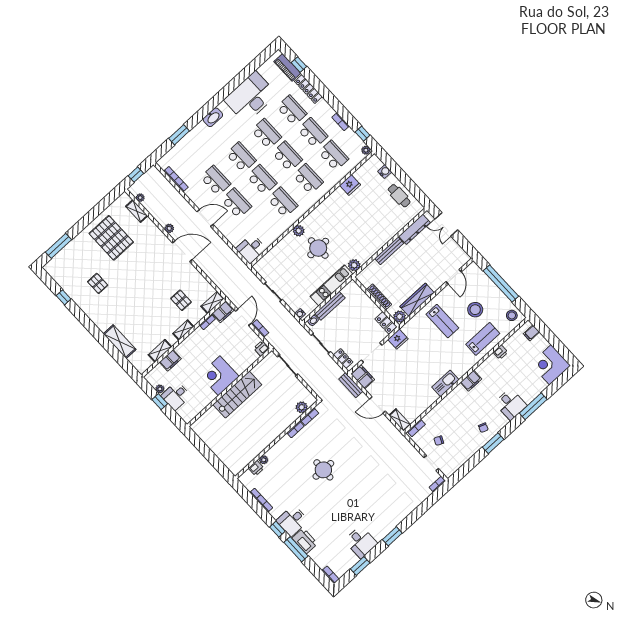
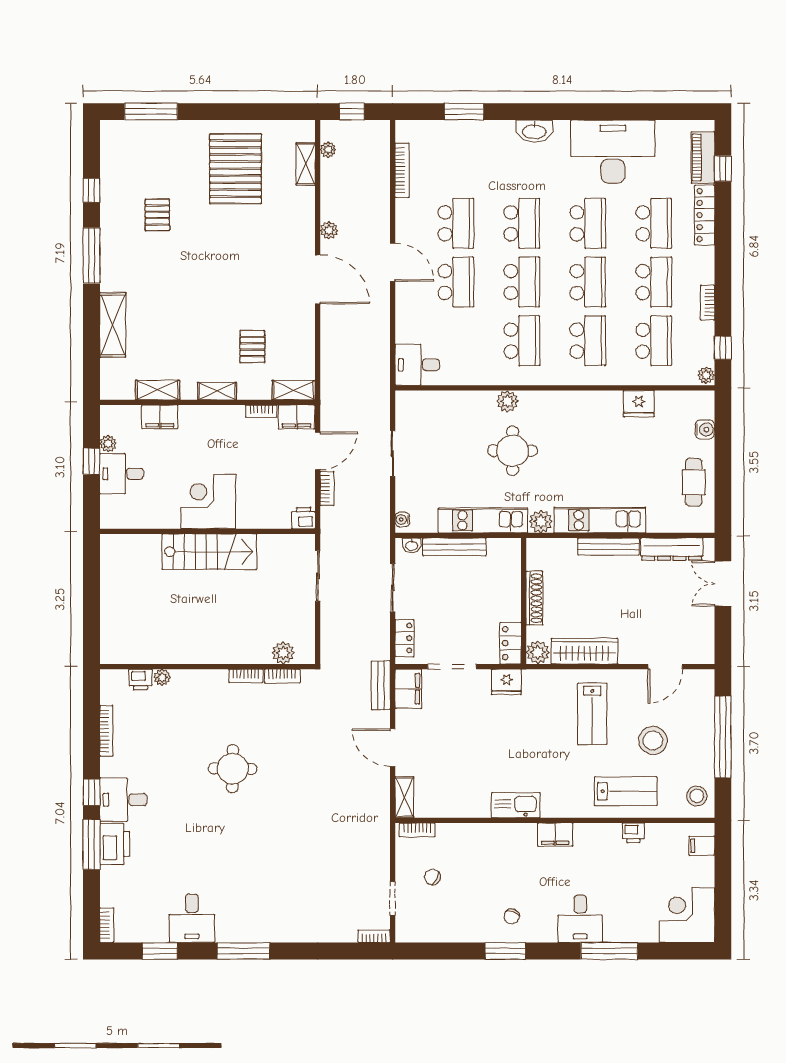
kitchen unit: (376, 244) -> (600, 520), added
window: (87, 322) -> (91, 256), added
window: (392, 536) -> (243, 951), width x1.44

